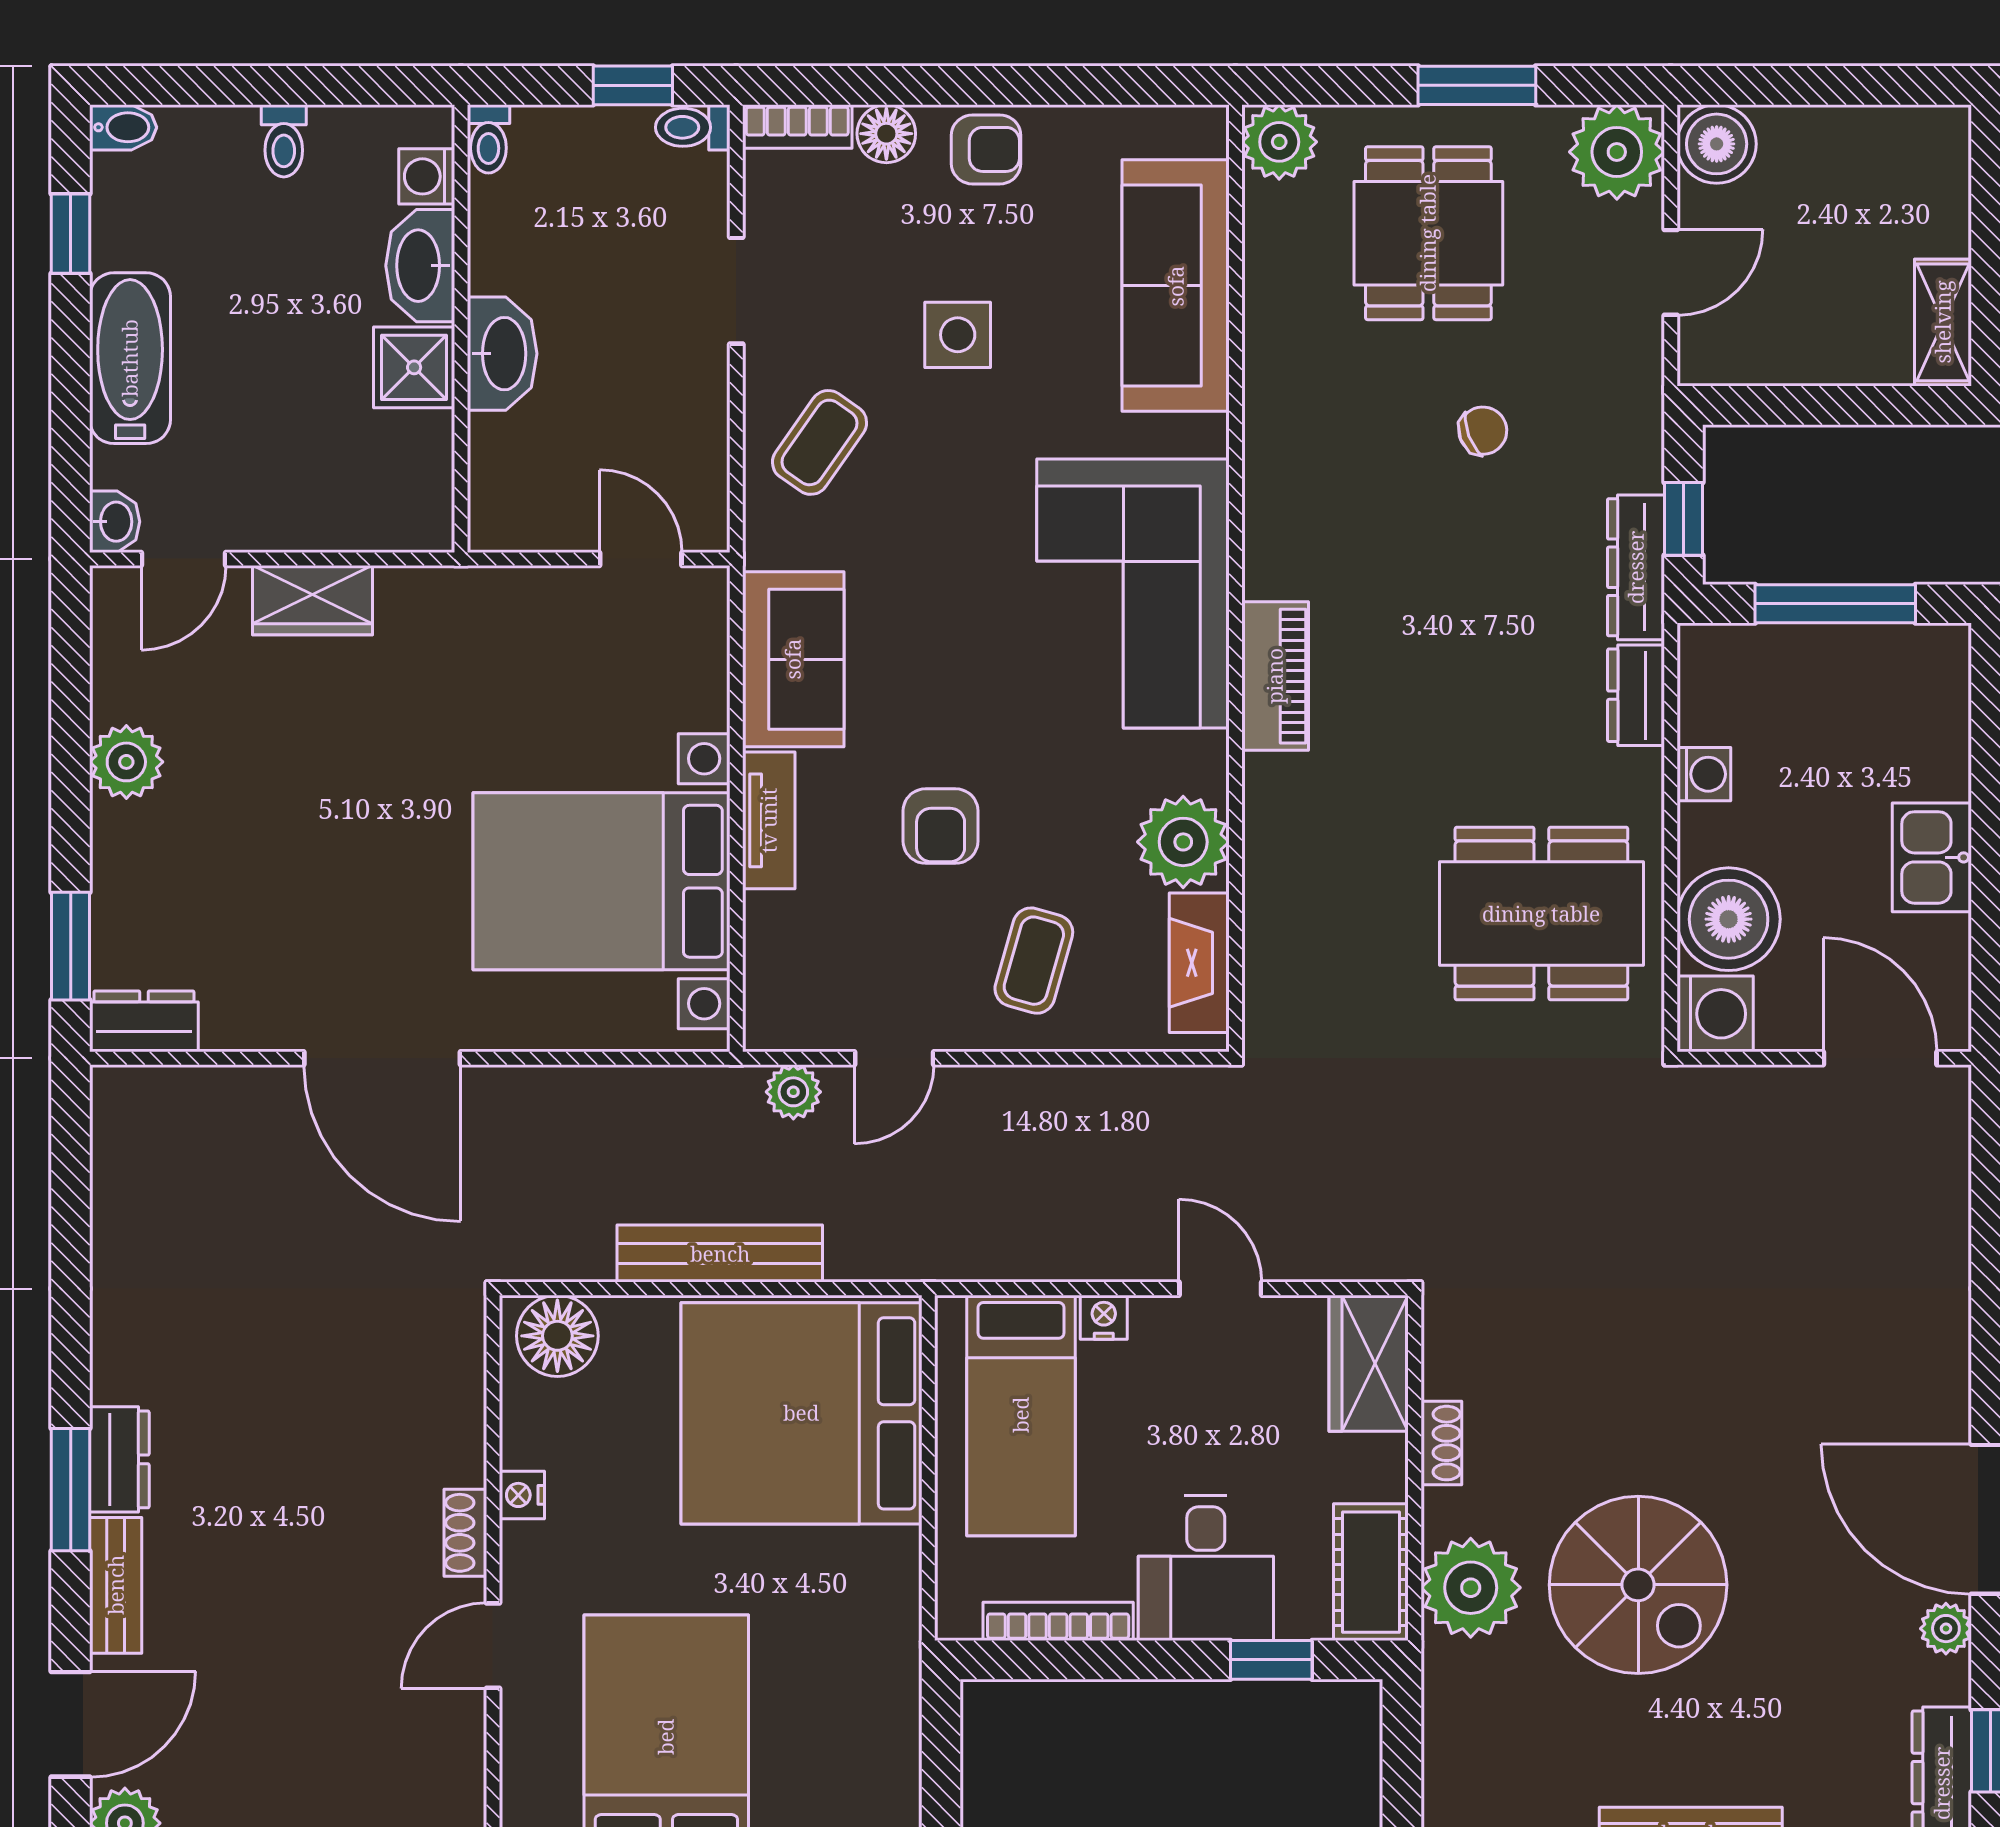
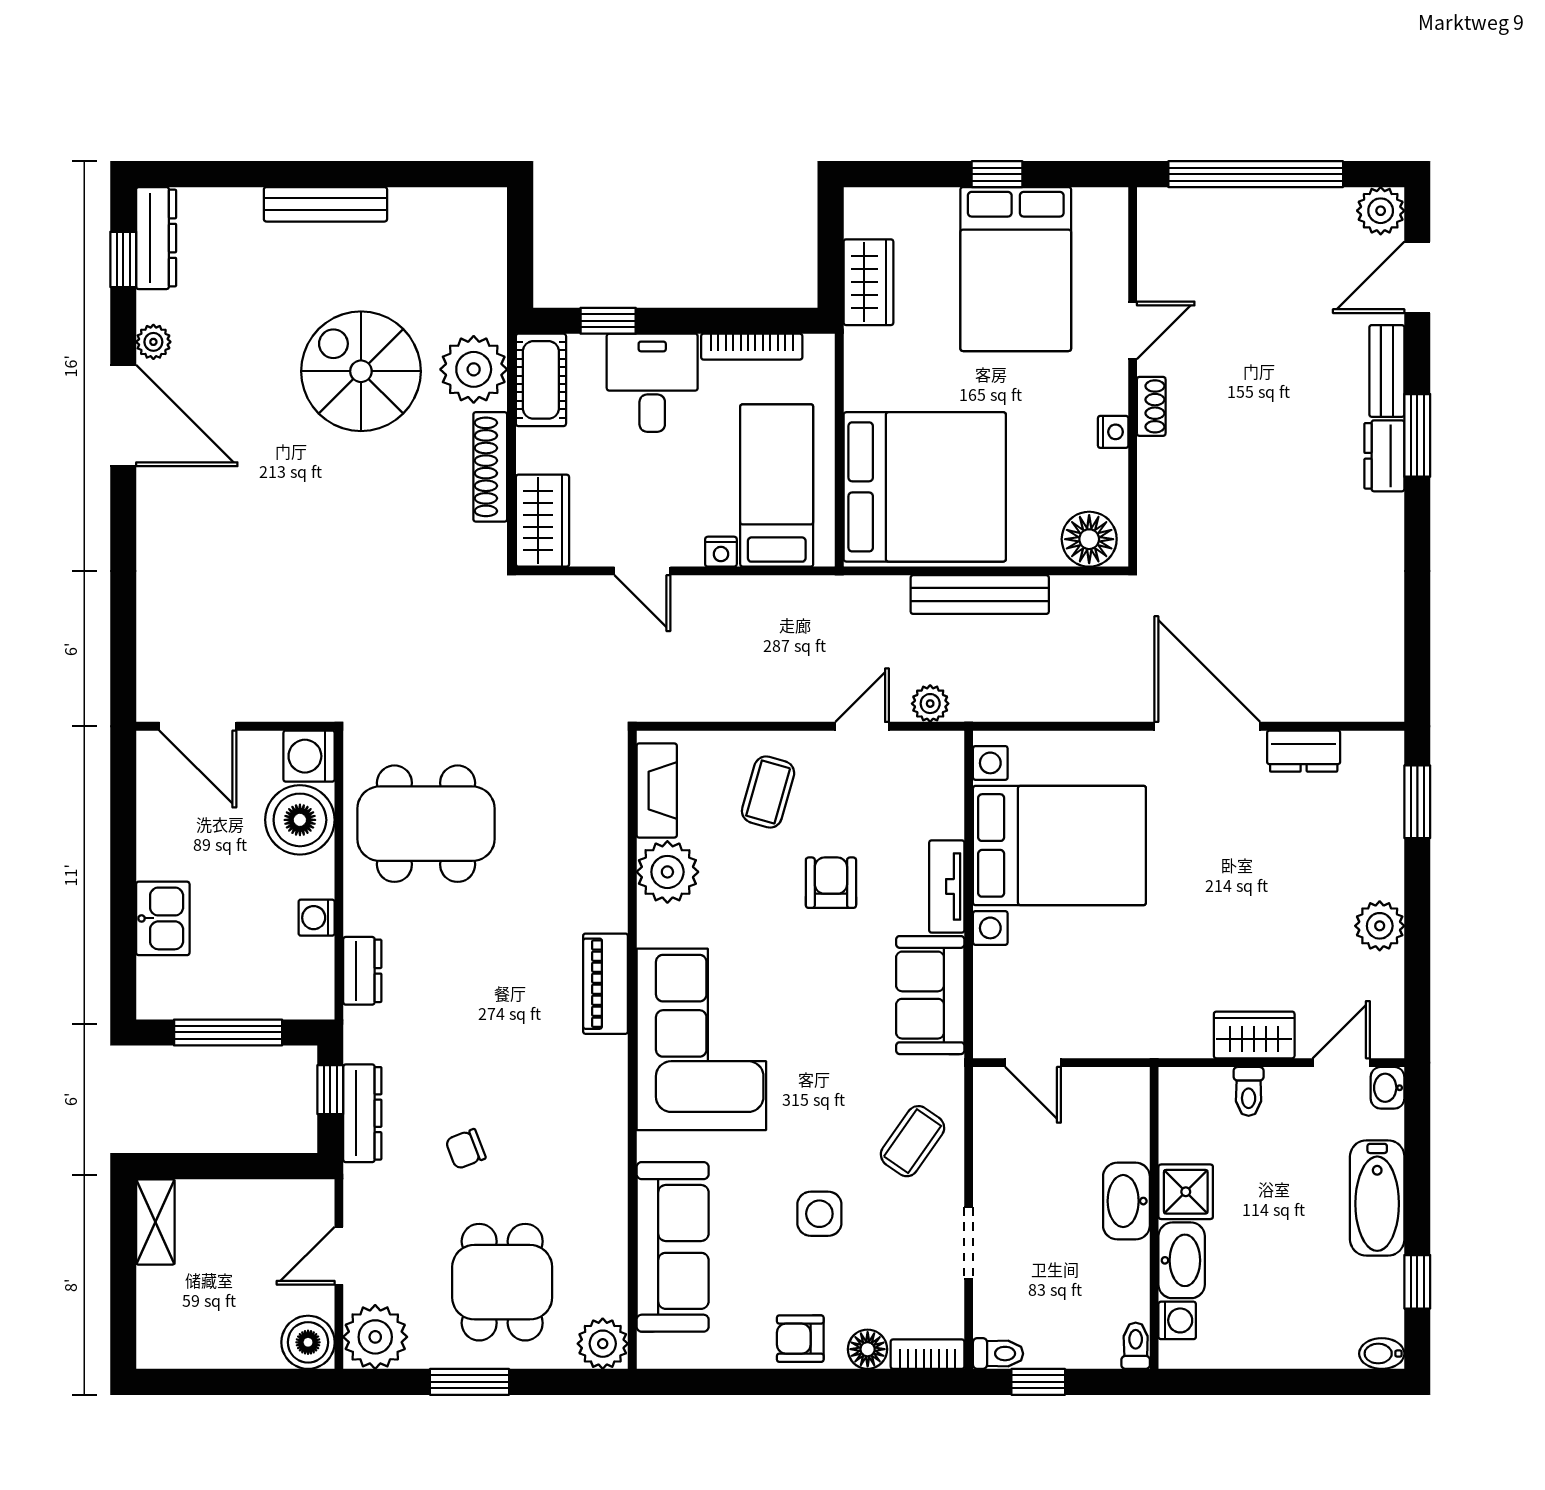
toilet: (284, 141) -> (1249, 1091), moved, turned 180
dresser: (1636, 567) -> (362, 1113), moved
kitchen sink: (1932, 857) -> (163, 918), moved
dresser: (144, 1021) -> (1304, 751), moved
shoe rack: (1441, 1443) -> (490, 467), width x1.94, depth x1.24
wardrobe: (885, 1717) -> (868, 282), added

